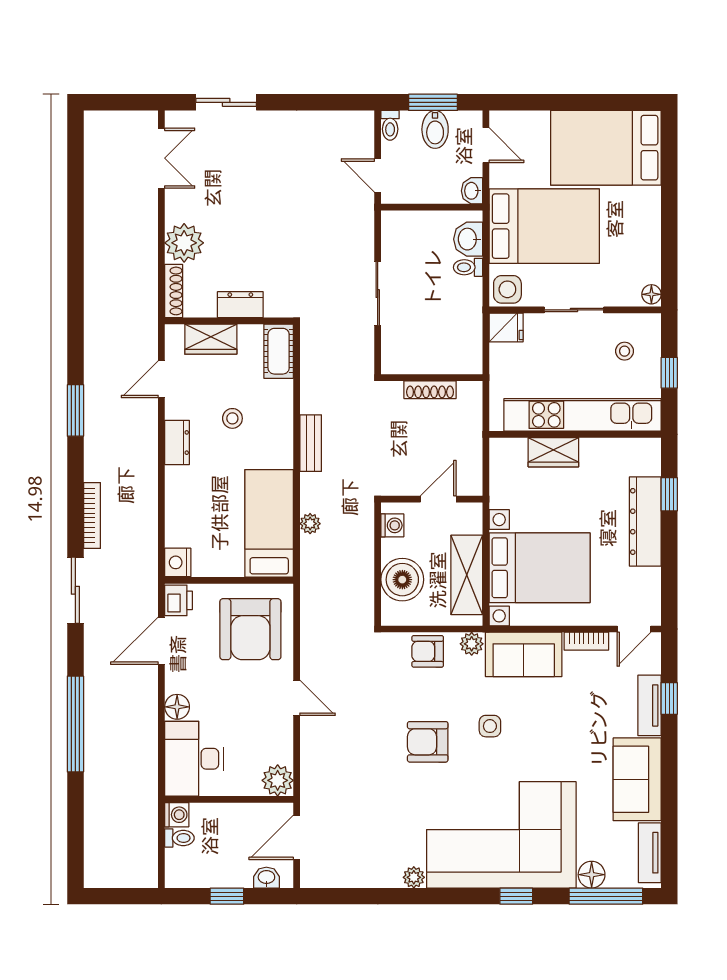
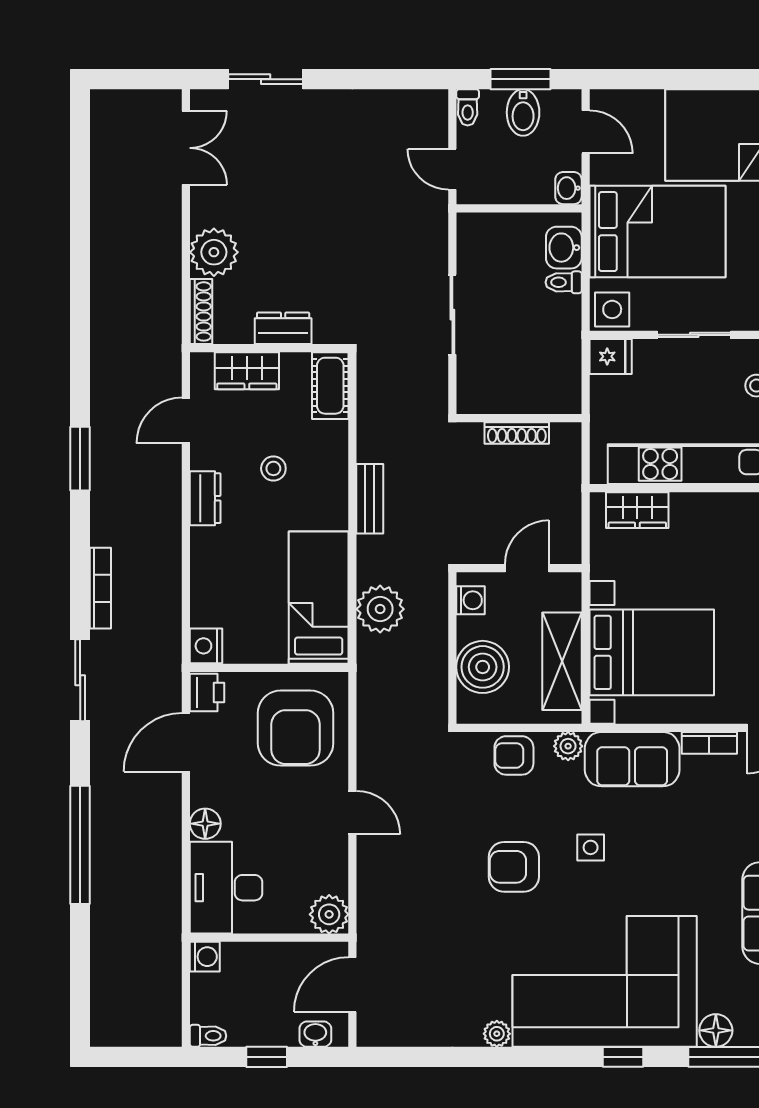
wardrobe: (553, 452) -> (637, 510), moved
plant: (310, 524) -> (380, 609), width x1.88, depth x1.88
toilet: (179, 838) -> (208, 1036), moved

